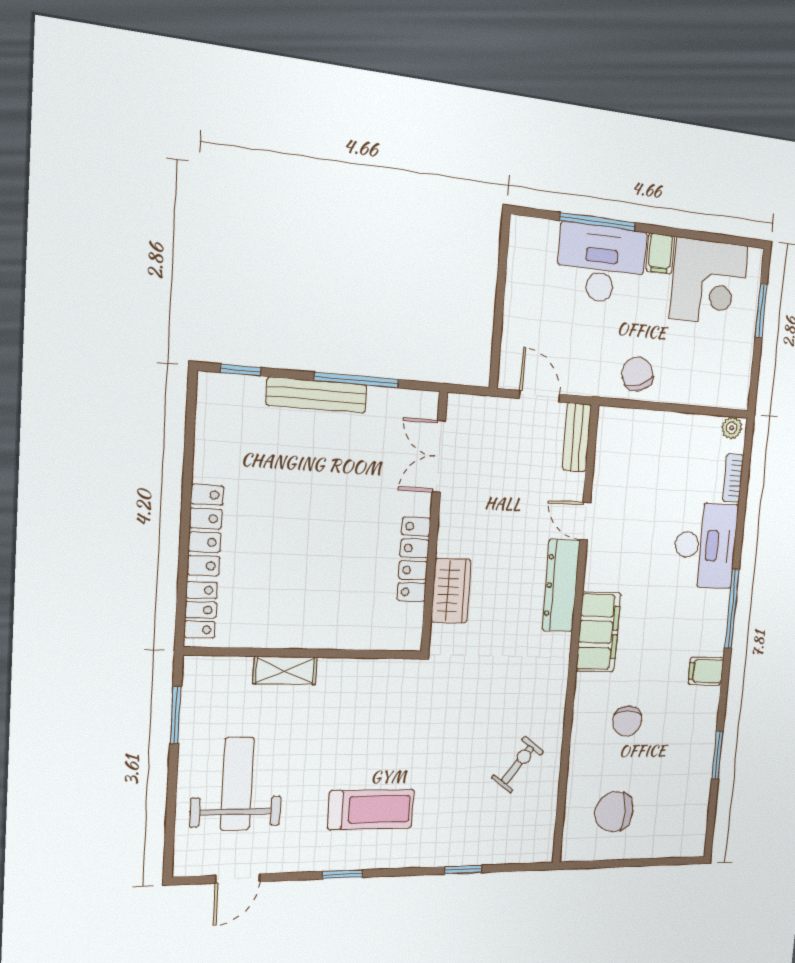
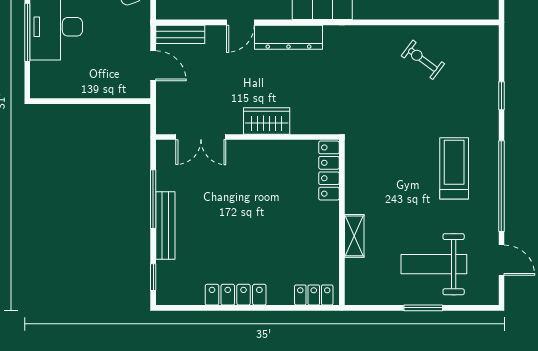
door: (539, 396) -> (153, 66), swing flipped
locker: (205, 530) -> (236, 295), moved
locker: (414, 559) -> (329, 171), moved, turned 90
wardrobe: (451, 591) -> (267, 121), moved
window: (176, 715) -> (423, 308), moved
window: (343, 874) -> (501, 186), width x3.17

